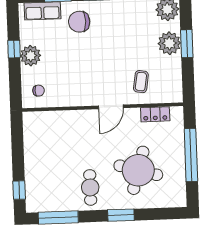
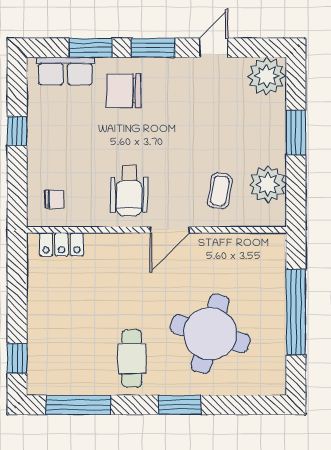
plant: (169, 43) -> (268, 184), moved
plant: (31, 56) -> (43, 143), removed
wheelchair: (85, 83) -> (129, 190), added
locker: (155, 114) -> (62, 244), moved

